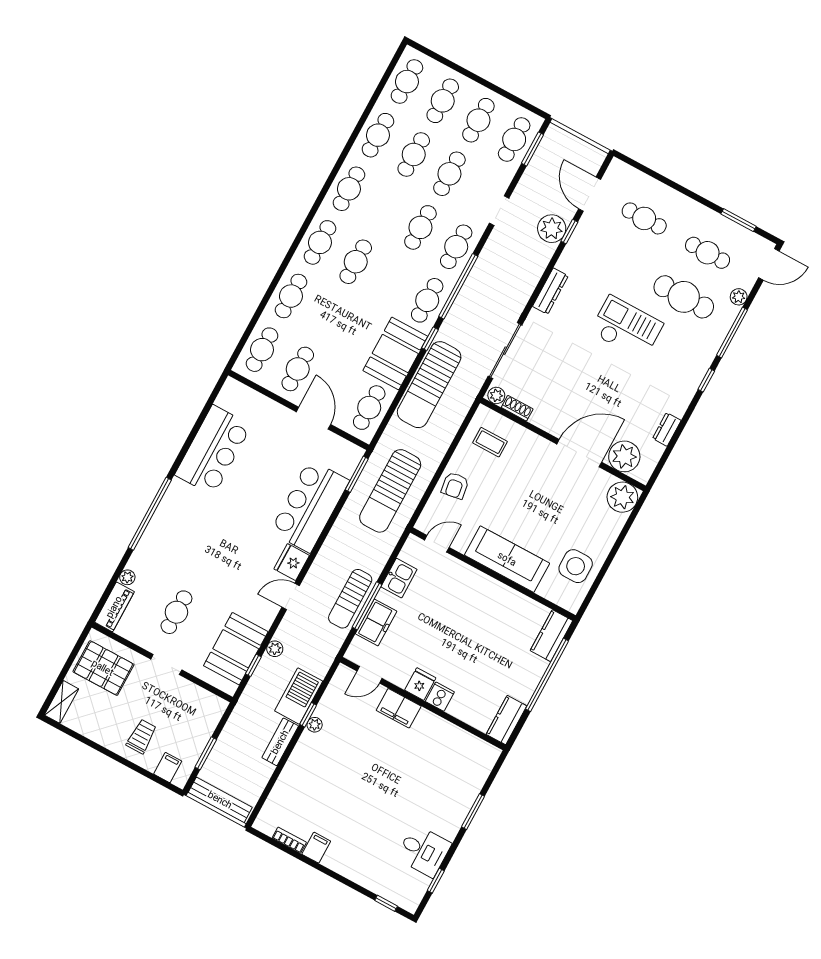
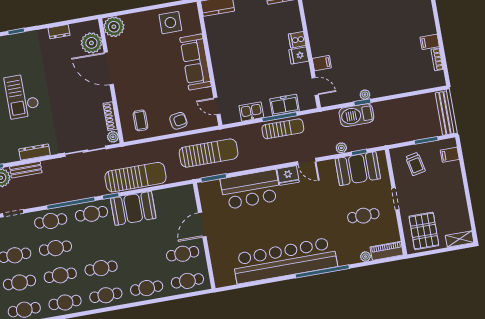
cafe table: (369, 408) -> (60, 275), moved
shoe rack: (517, 408) -> (110, 116), width x1.43
bar counter: (213, 450) -> (285, 260), width x1.86
filing cabinet: (399, 708) -> (322, 63), width x0.50
trolley: (142, 736) -> (415, 164), moved, turned -102
bench: (280, 742) -> (26, 170), moved

